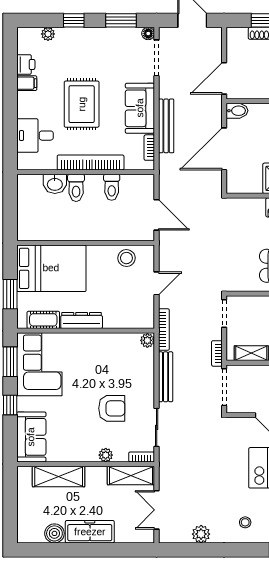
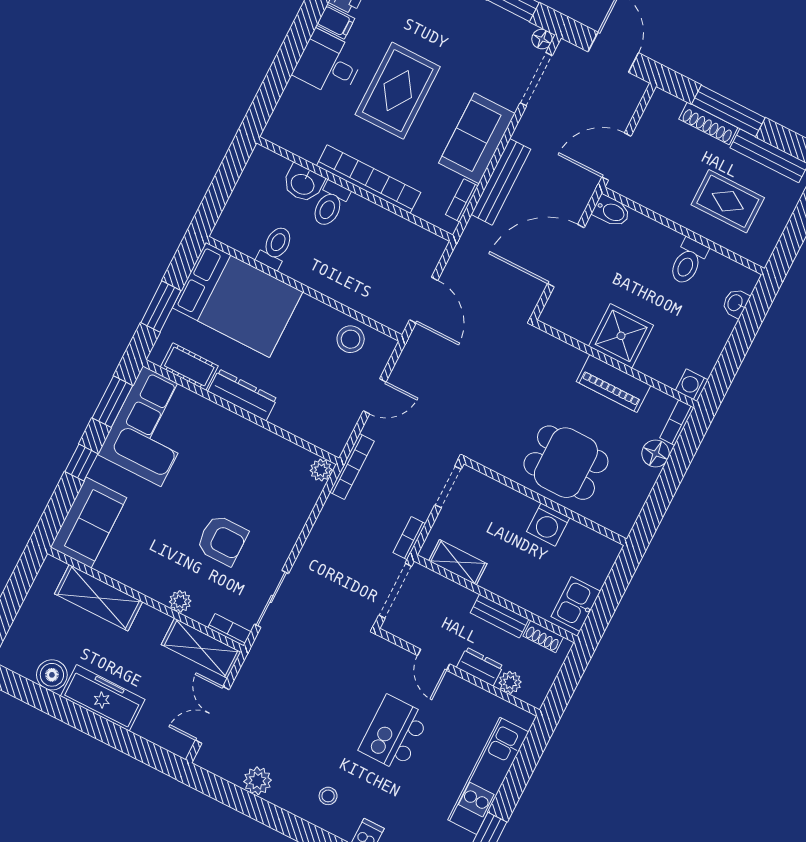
desk: (35, 136) -> (329, 64), moved
toilet: (112, 187) -> (275, 247), moved, turned 180
bench: (166, 377) -> (320, 534), removed

